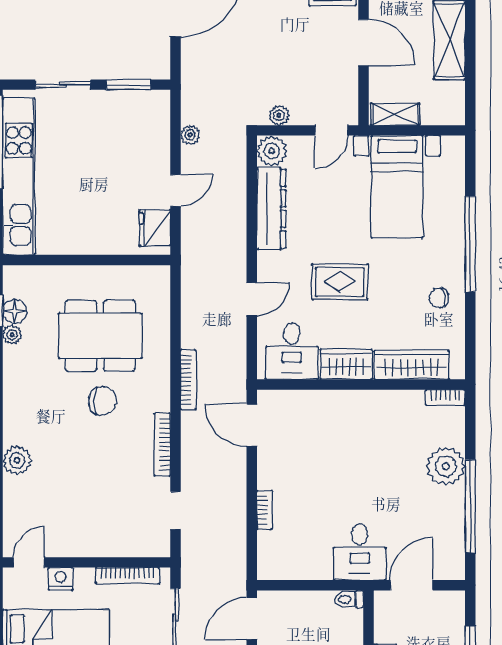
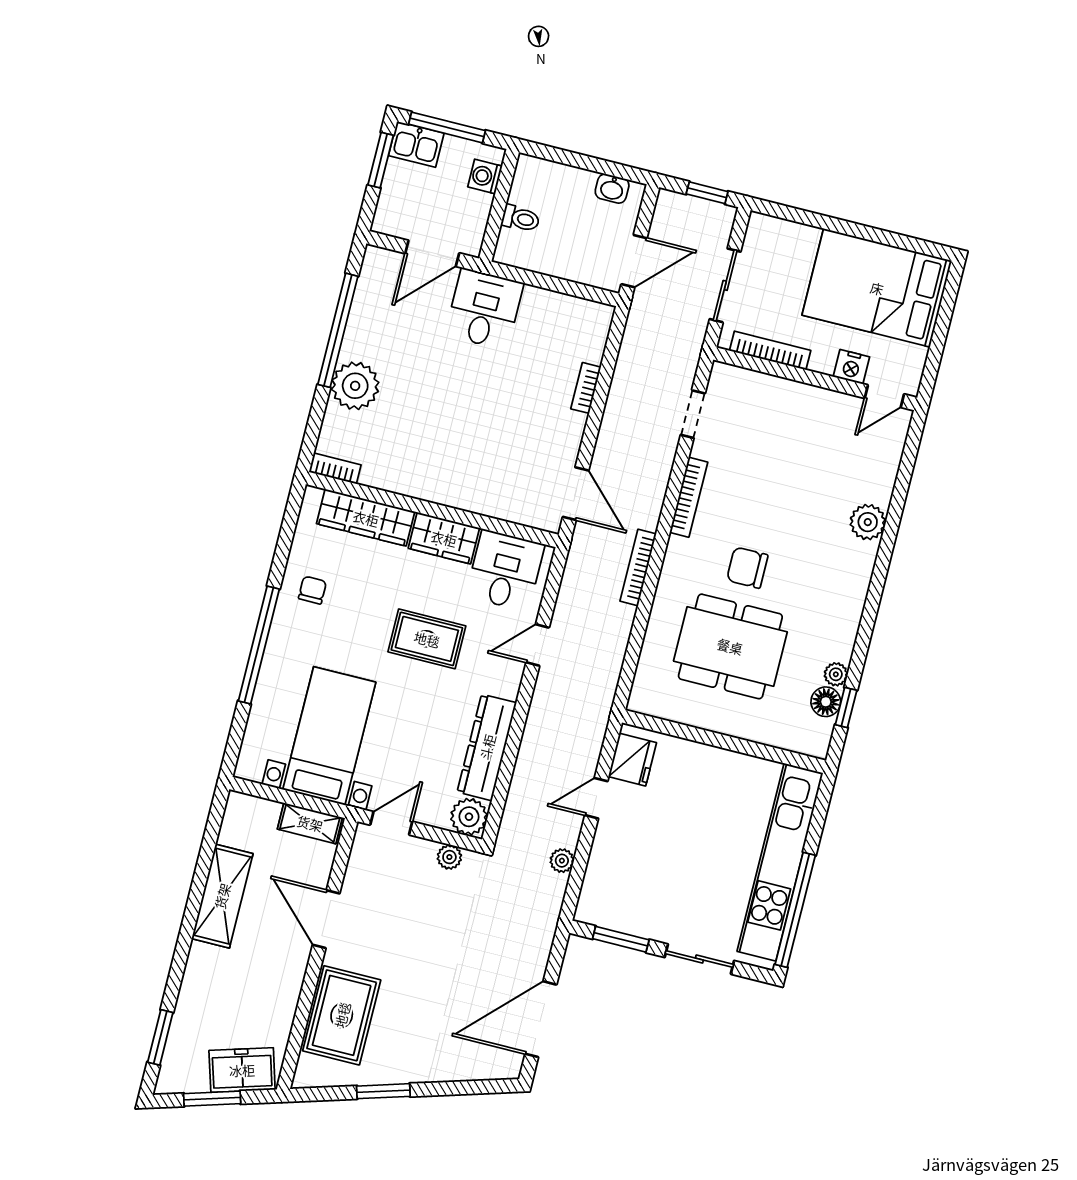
chair: (439, 298) -> (312, 590), turned -80
toilet: (349, 599) -> (521, 219), moved

